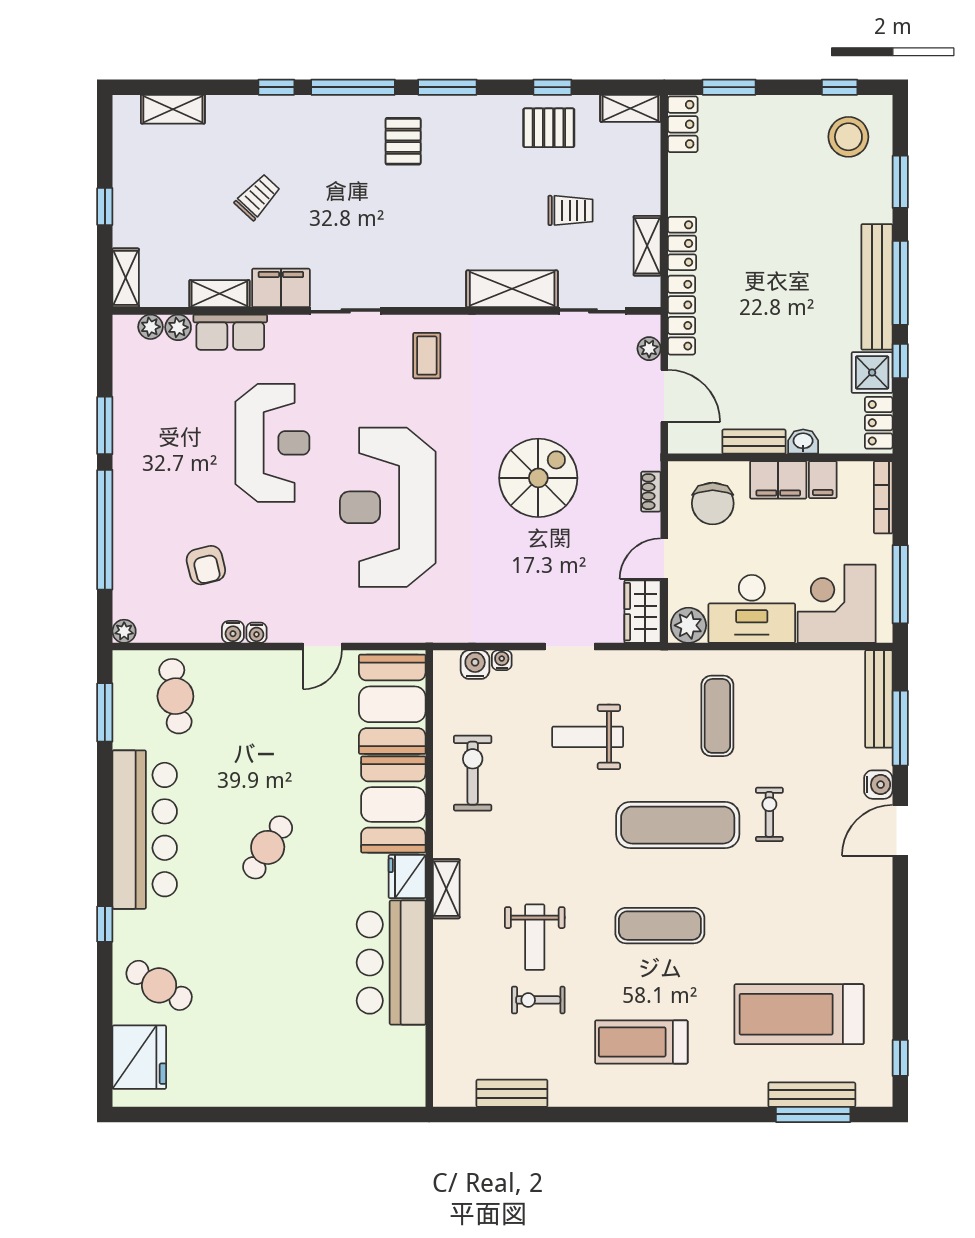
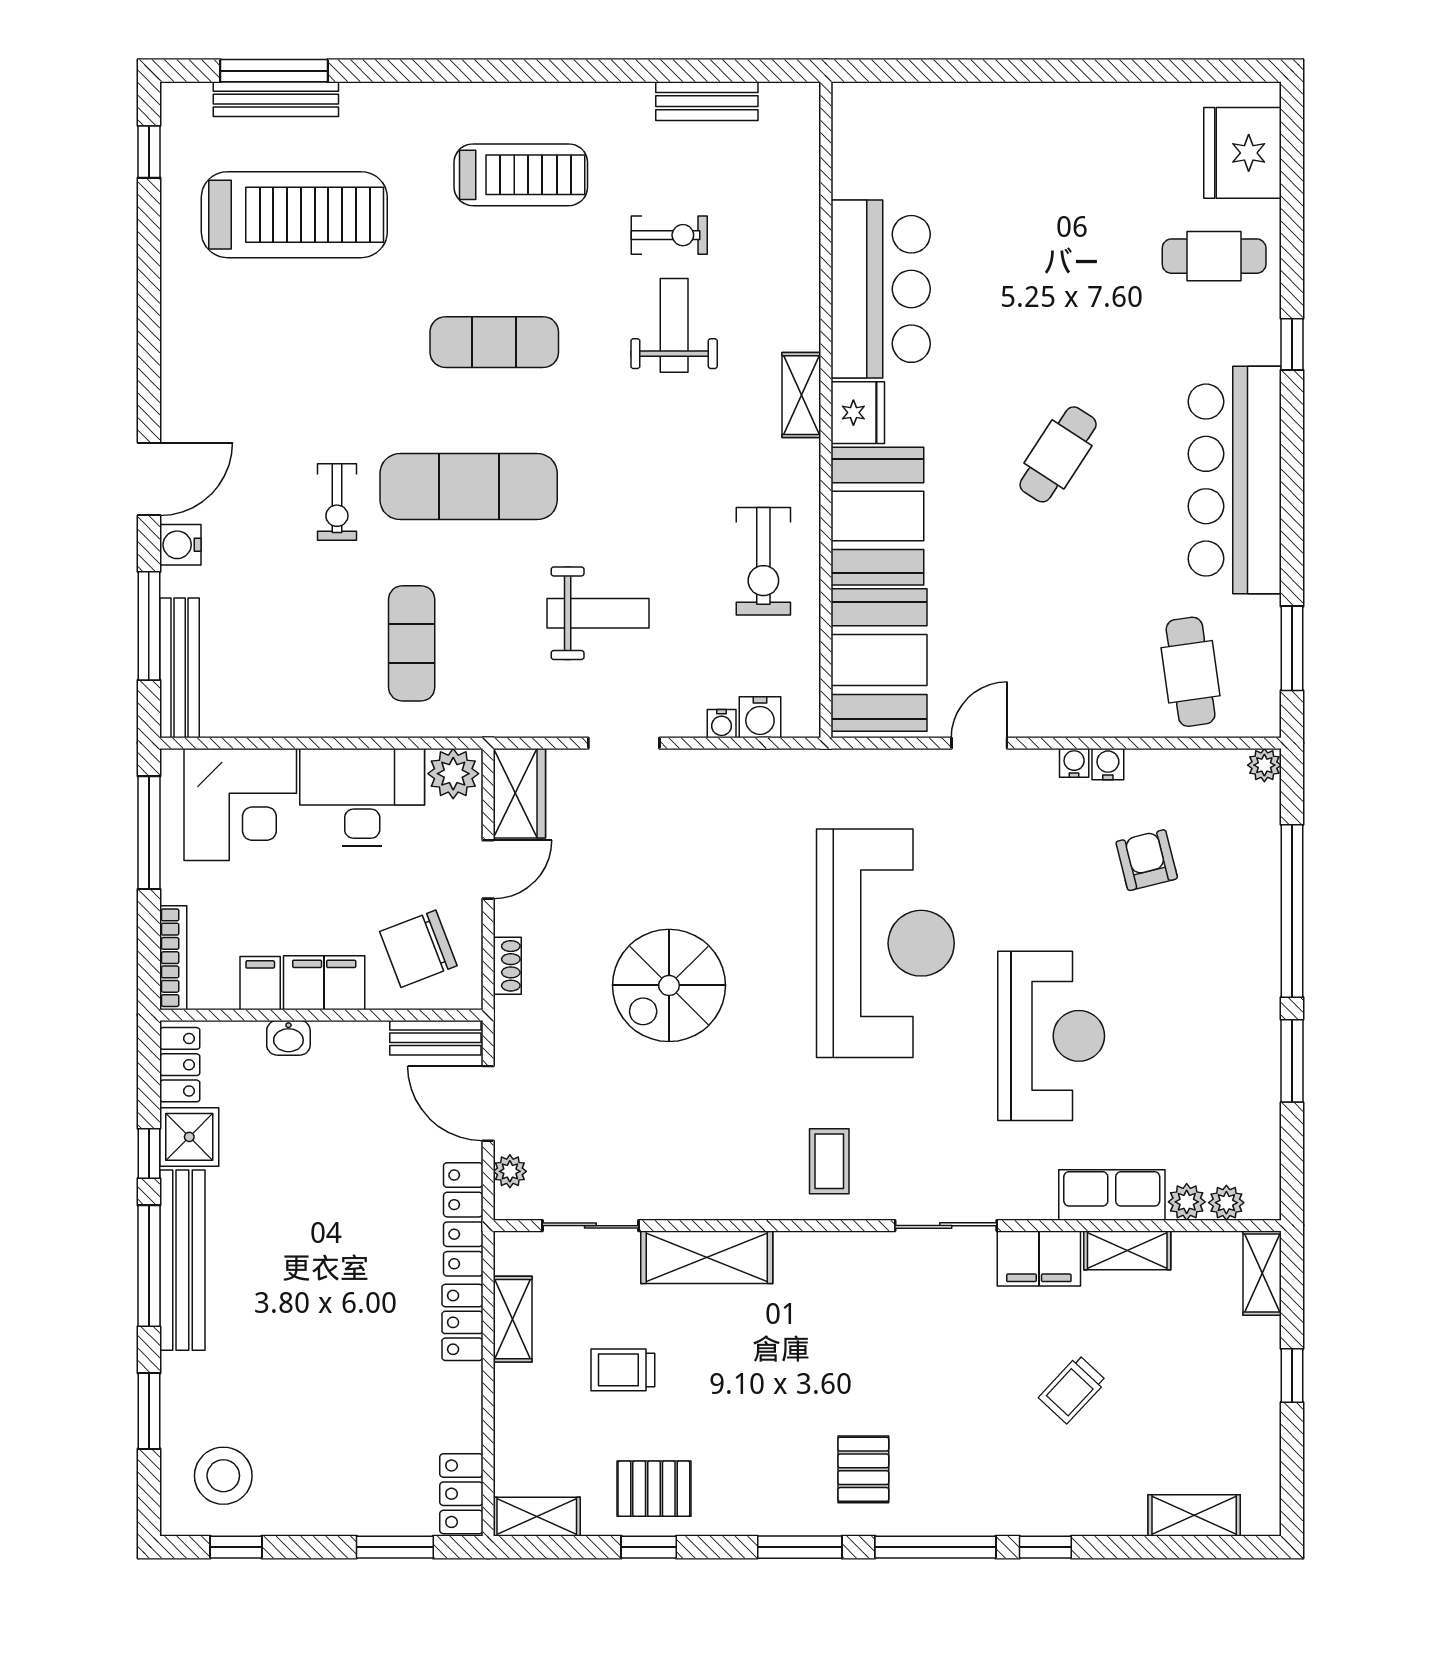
bench: (754, 442) -> (435, 1038), moved
reception desk: (272, 443) -> (1051, 1036), turned 180
chair: (713, 503) -> (418, 949), turned -111
cafe table: (159, 985) -> (1214, 256), turned -31

